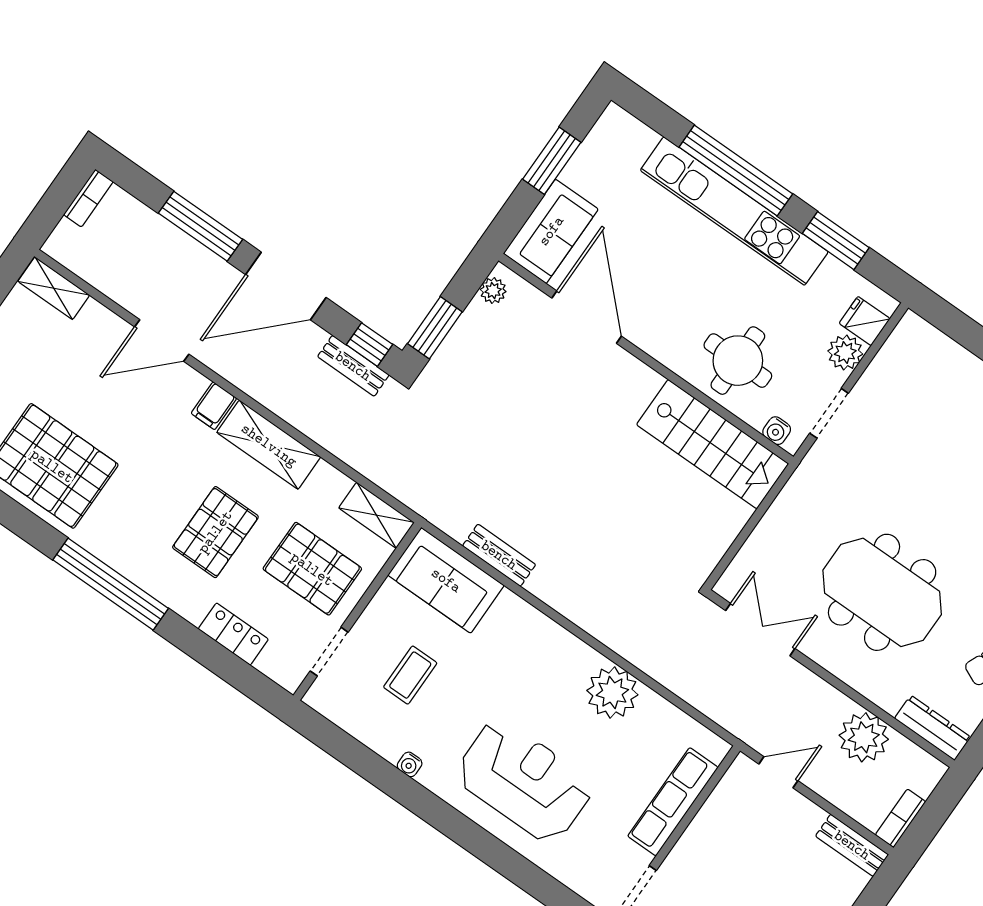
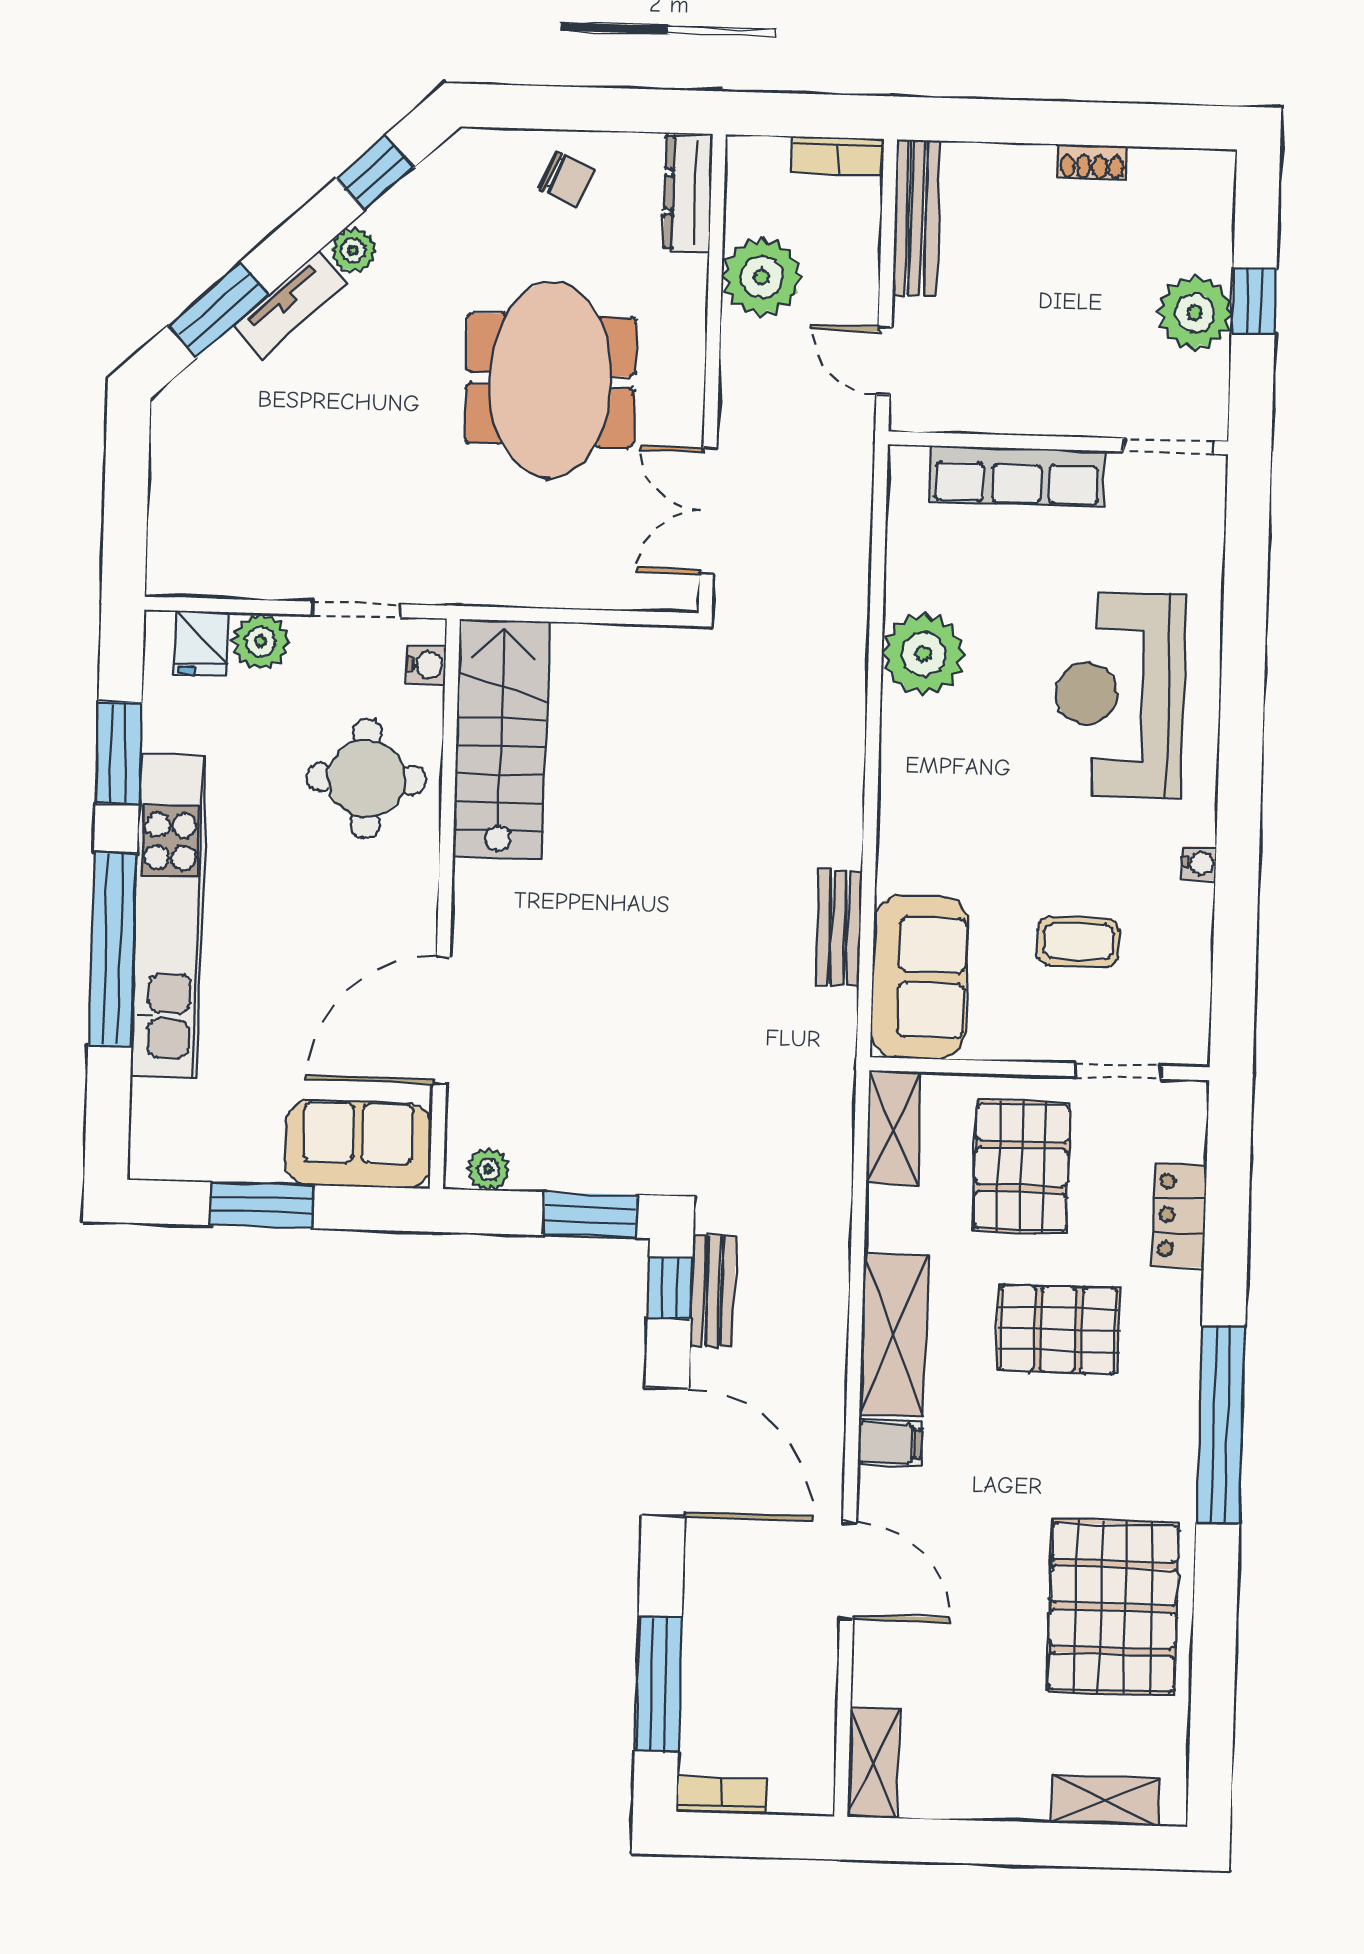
window: (201, 226) -> (658, 1684), moved
bench: (852, 845) -> (916, 218), width x1.36

